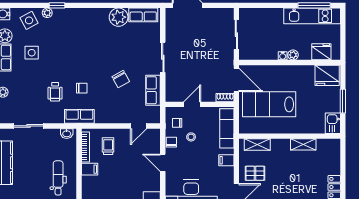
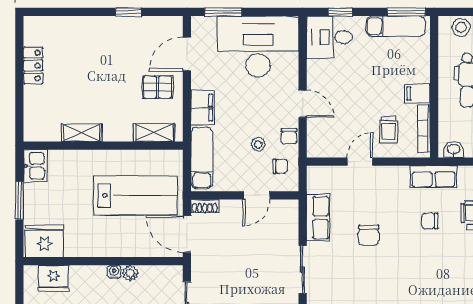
plant: (293, 55) -> (130, 273), moved
chair: (121, 79) -> (369, 235), turned -151
door: (138, 126) -> (360, 162), moved
filing cabinet: (226, 160) -> (203, 108), width x2.00

